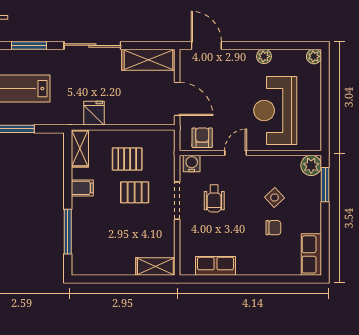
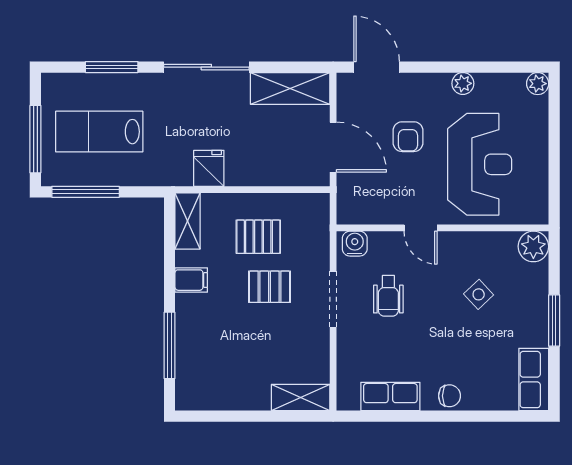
reception desk: (275, 110) -> (480, 164), turned 180
armchair: (202, 138) -> (408, 137), moved, turned 180
door: (236, 153) -> (421, 228), swing flipped
window: (325, 185) -> (554, 321), moved
chair: (273, 228) -> (449, 396), moved

